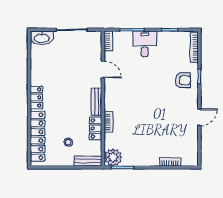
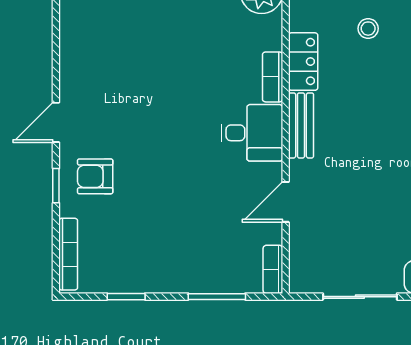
desk: (145, 44) -> (252, 133), moved, turned -90
door: (103, 69) -> (286, 202), hinge flipped
door: (199, 117) -> (56, 122), moved

